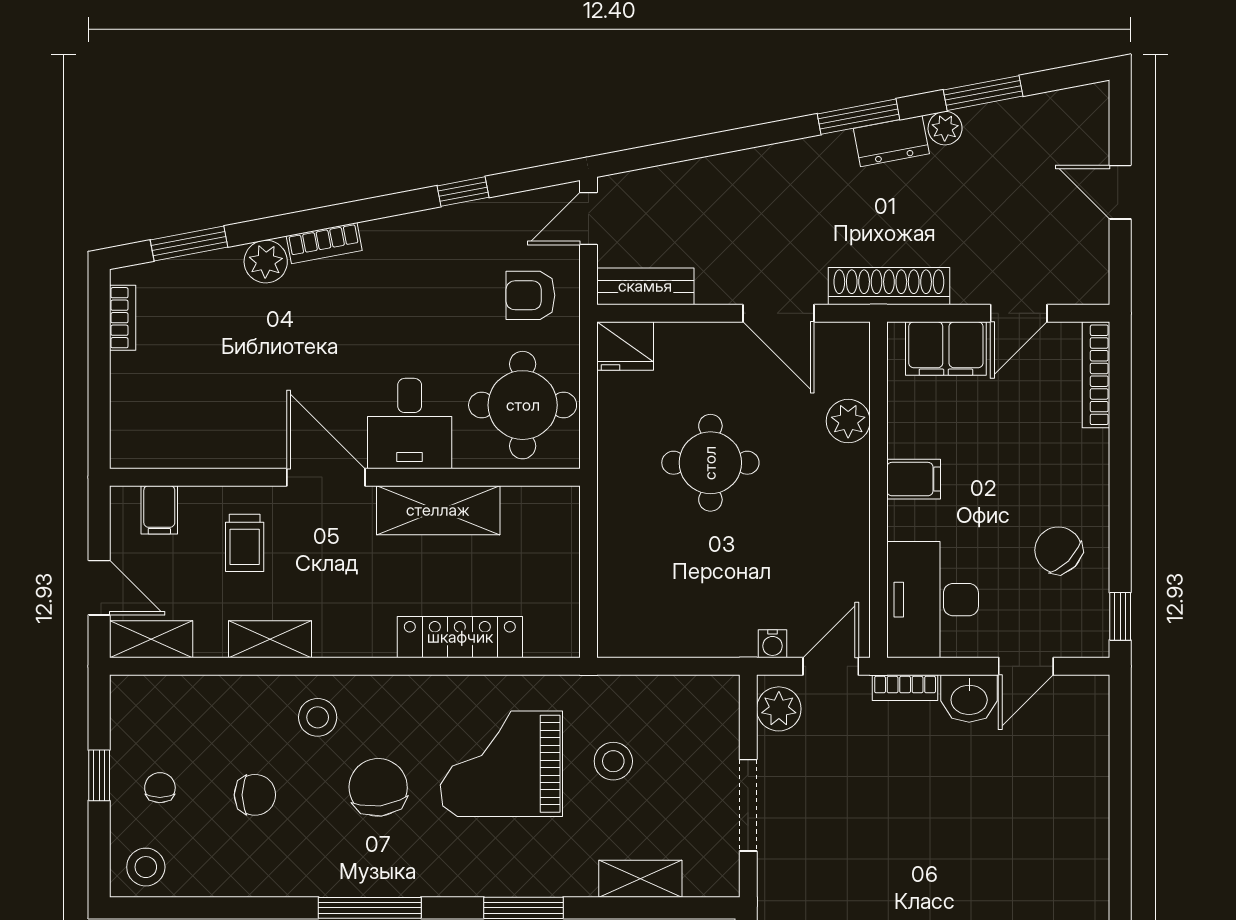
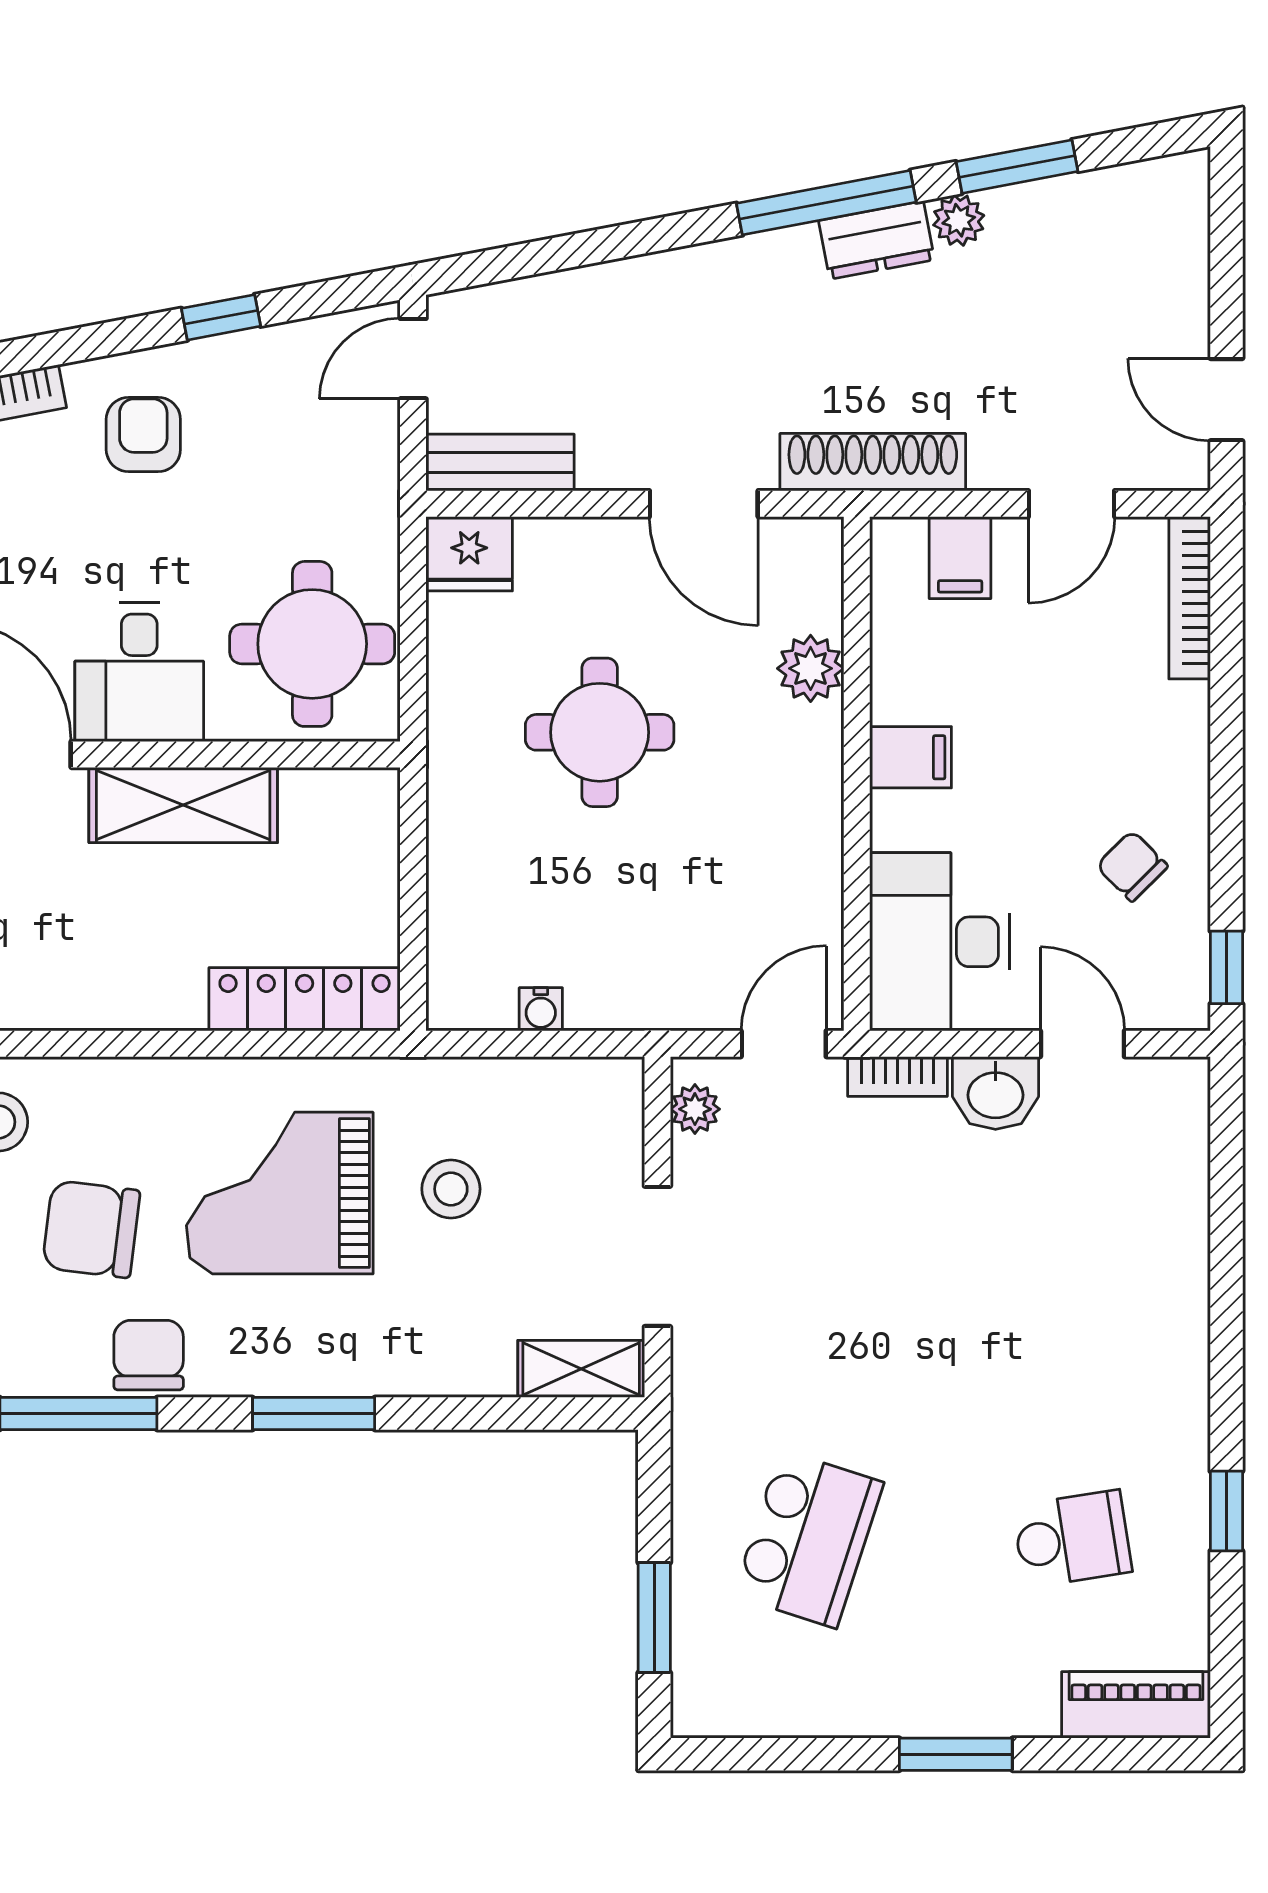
window: (859, 117) -> (826, 203), width x1.44
door: (1120, 192) -> (1226, 400), moved
armchair: (530, 295) -> (143, 434), moved, turned 90
filing cabinet: (946, 349) -> (960, 558), width x0.50
chair: (1058, 550) -> (1132, 866), width x0.73, depth x0.73
locker: (460, 637) -> (305, 999), moved
water cooler: (772, 644) -> (541, 1009), moved
door: (1026, 666) -> (1082, 1044), swing flipped
plant: (779, 709) -> (695, 1109), width x0.73, depth x0.73
chair: (378, 787) -> (91, 1229), turned -76
chair: (416, 870) -> (149, 1355), added
shelving: (640, 879) -> (581, 1369), moved

